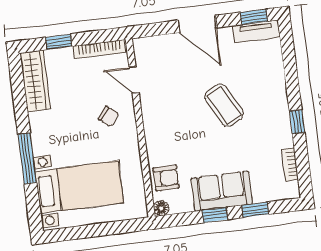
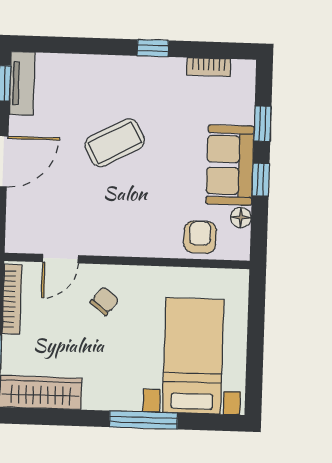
floor lamp: (161, 208) -> (241, 217), moved

